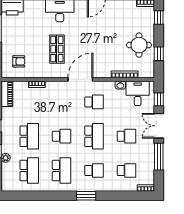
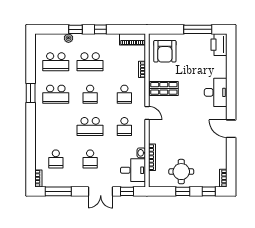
shop shelf: (57, 49) -> (164, 88), moved
window: (159, 54) -> (183, 191), moved
armchair: (19, 61) -> (165, 51), width x1.88, depth x1.88
door: (80, 79) -> (147, 113), width x0.53
double door: (159, 126) -> (101, 191), swing flipped
window: (159, 157) -> (58, 191), moved
school desk: (94, 170) -> (124, 94), moved
window: (86, 196) -> (31, 93), moved

